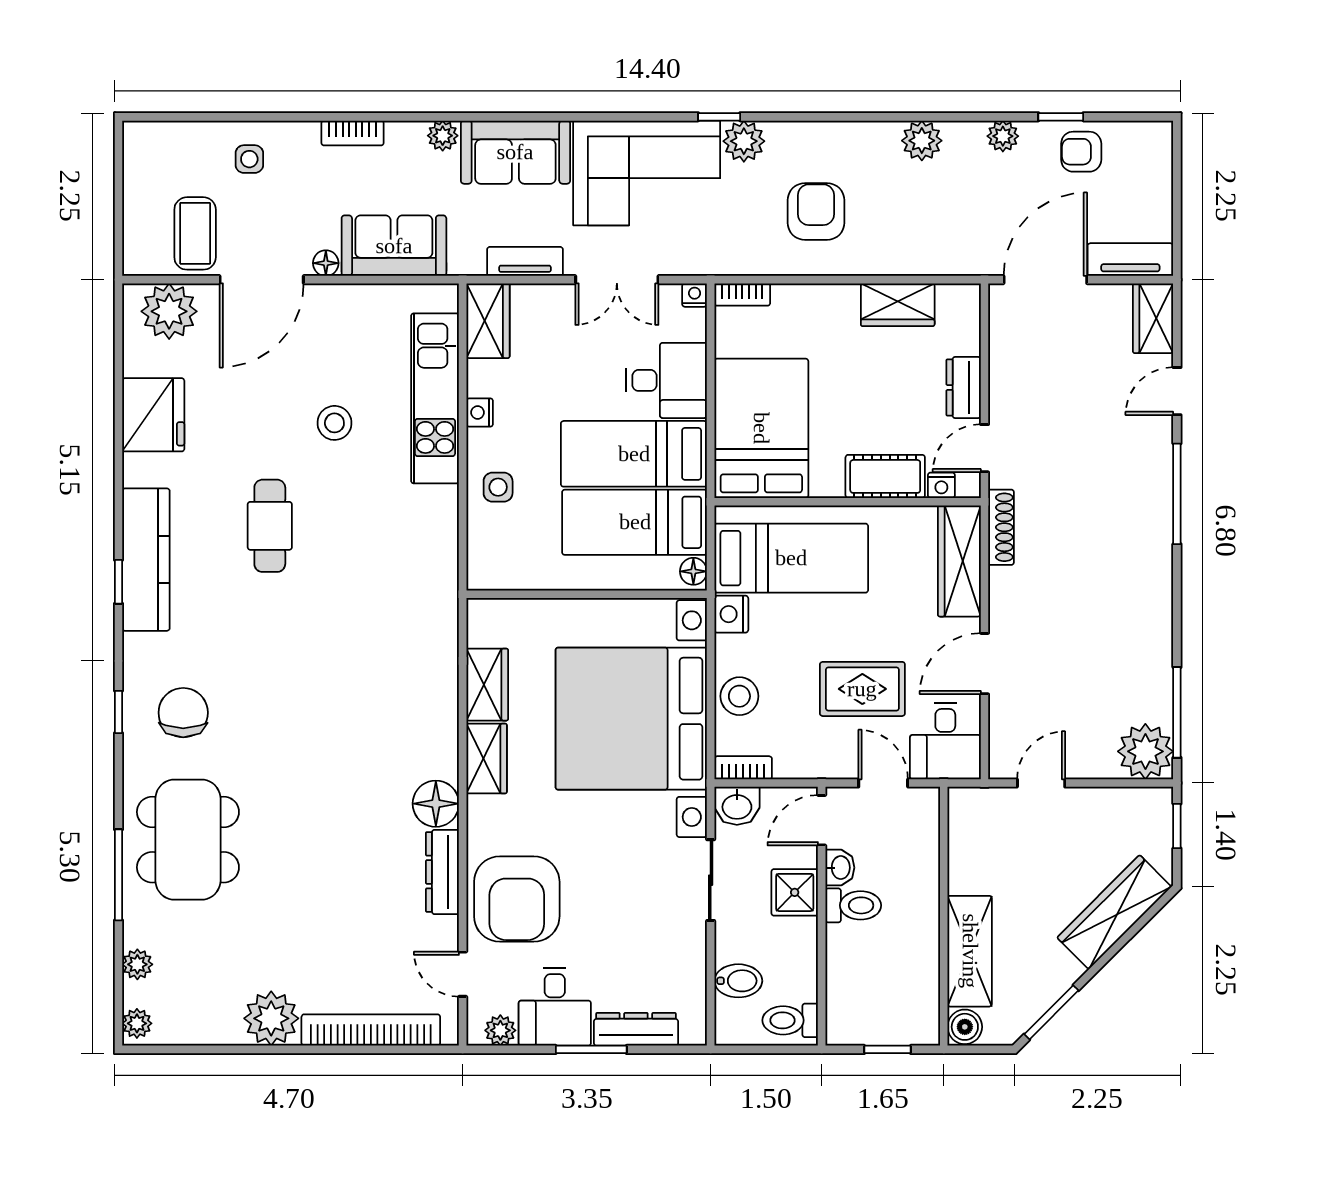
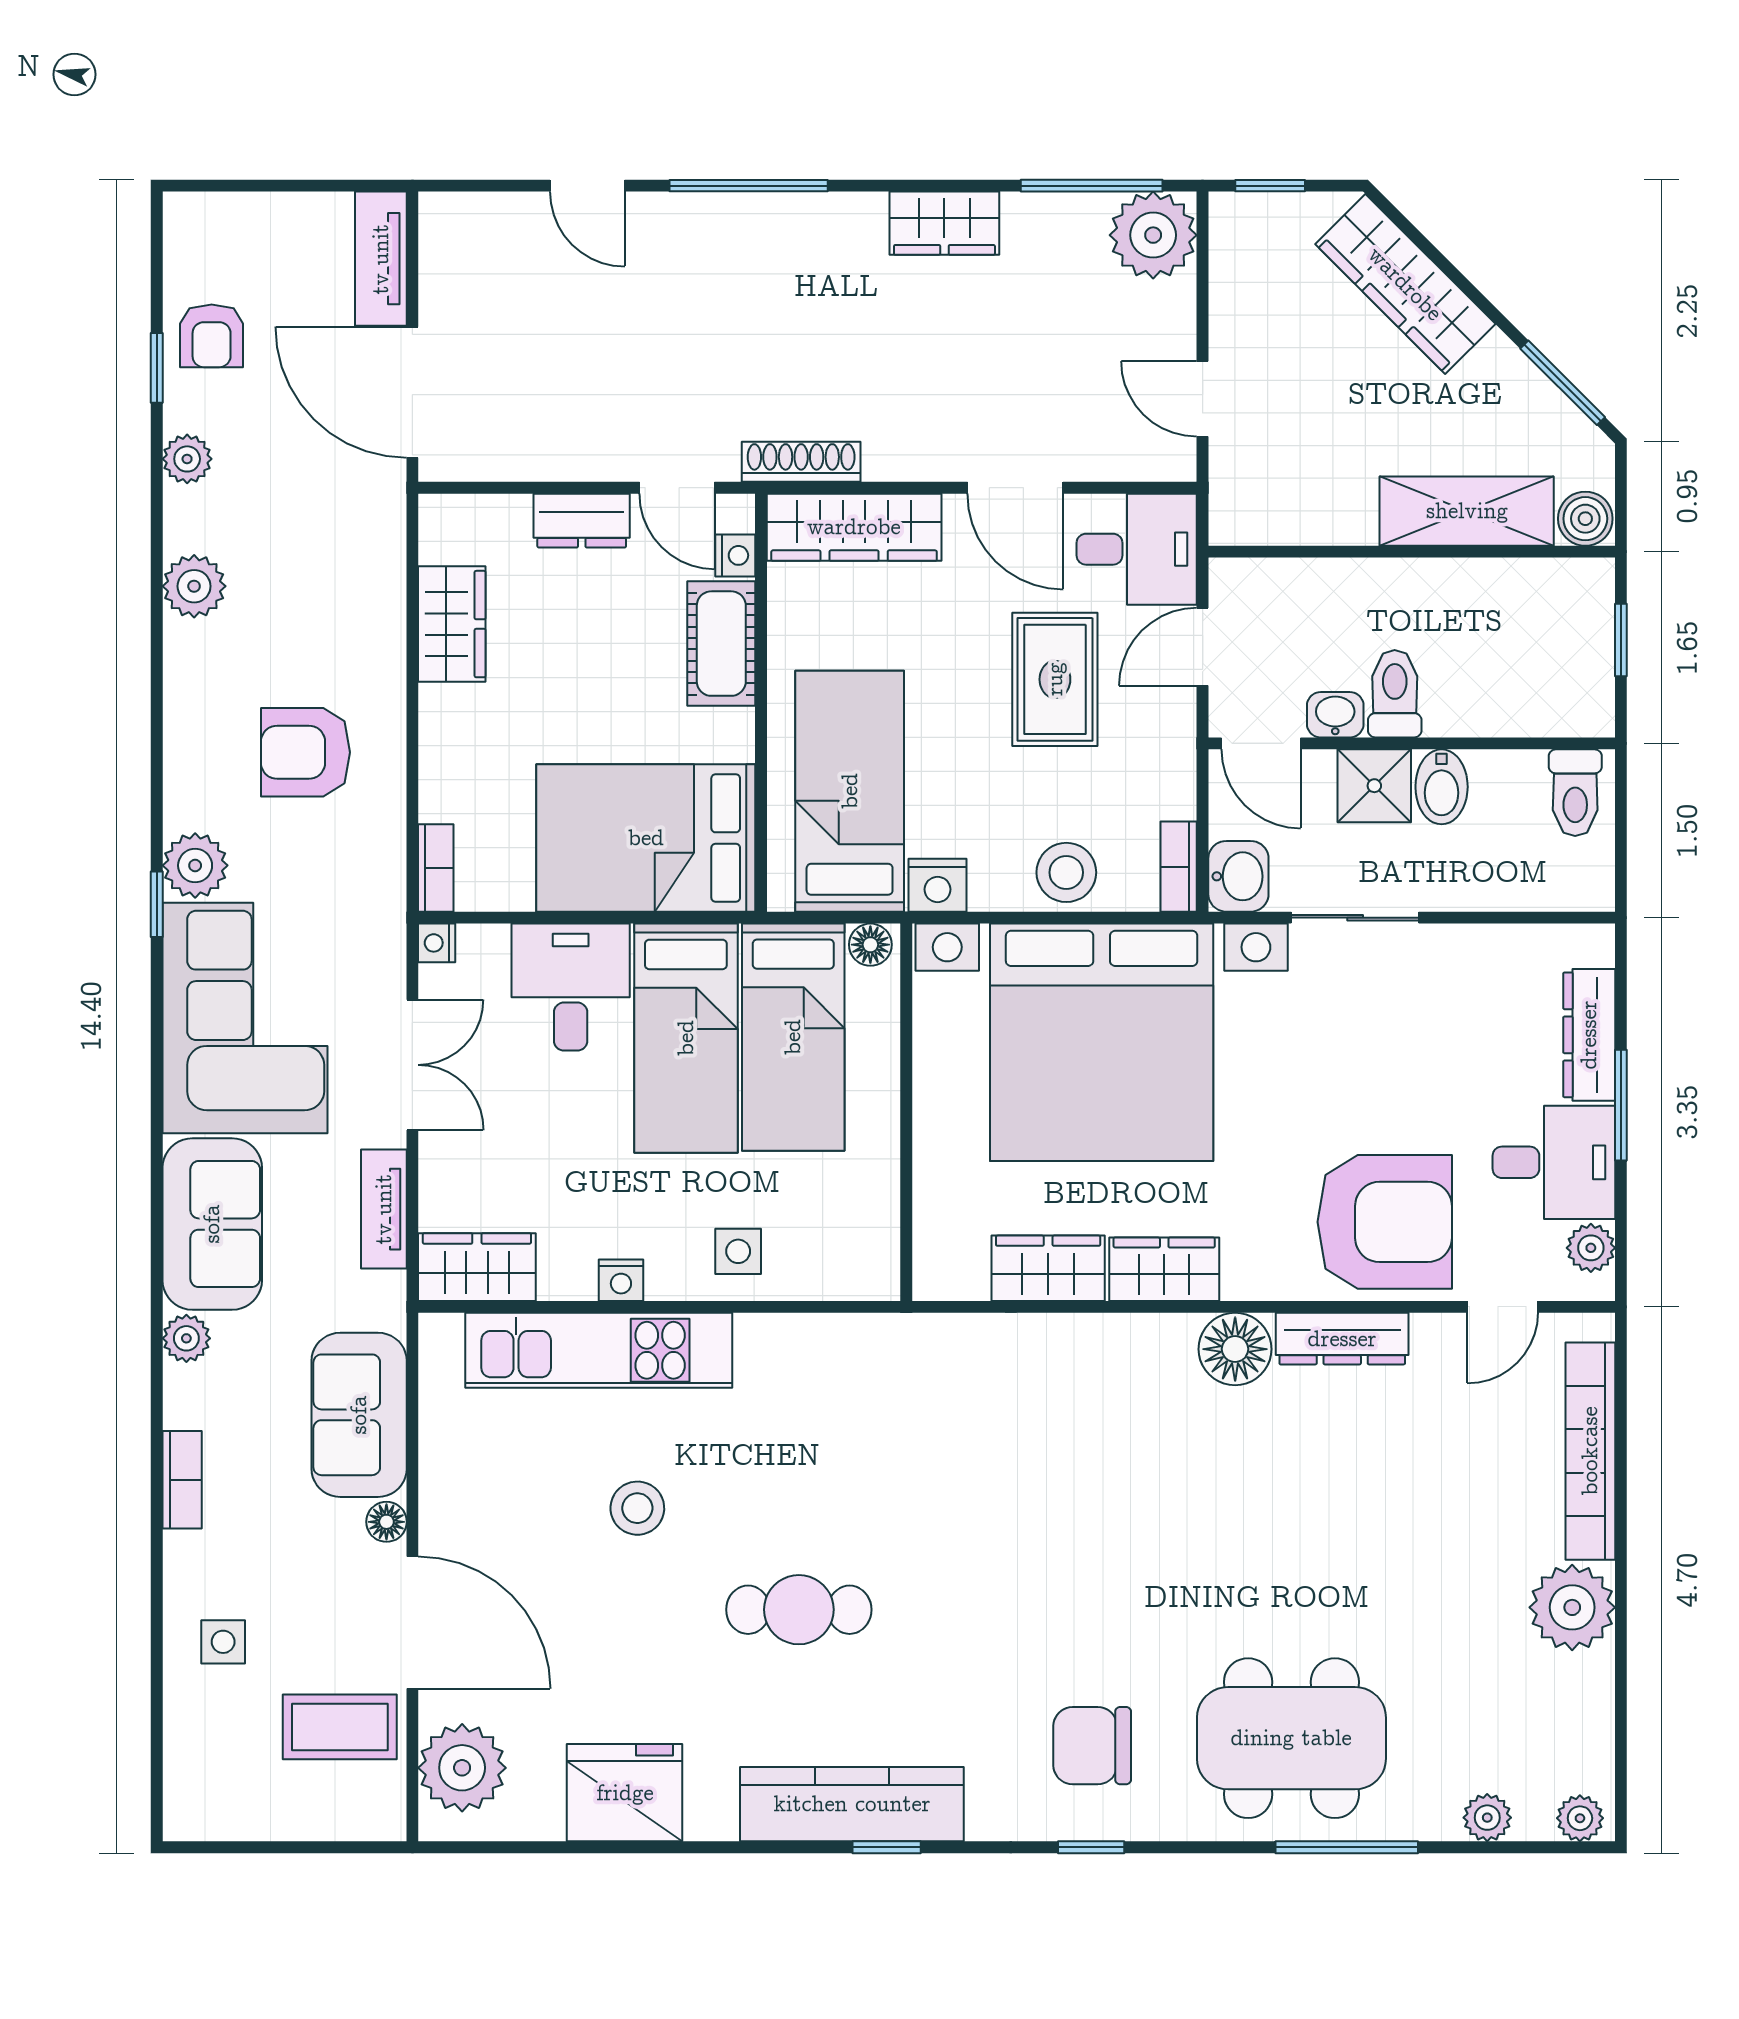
wardrobe: (1153, 318) -> (944, 223), moved
bidet: (738, 981) -> (1442, 787), moved, turned 180

